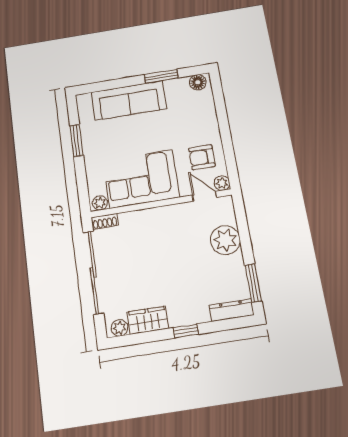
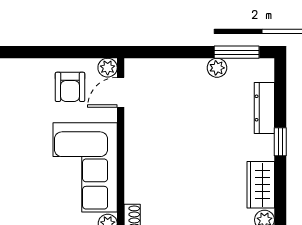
plant: (225, 240) -> (217, 68), moved, width x0.53, depth x0.53
dresser: (231, 310) -> (264, 108), moved

